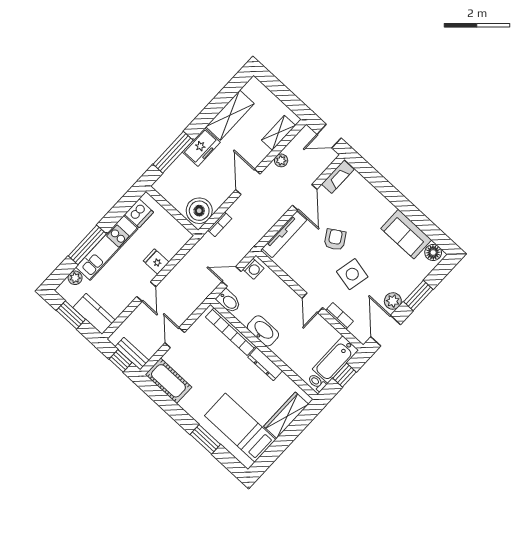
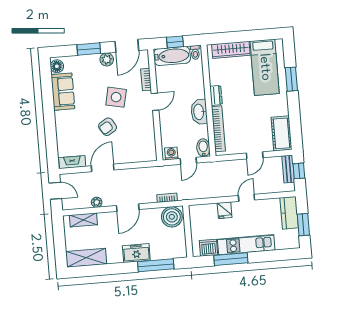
shelving: (230, 115) -> (86, 258), moved
tv unit: (284, 234) -> (134, 157), removed
window: (87, 245) -> (231, 259), moved
door: (231, 276) -> (188, 161), hinge flipped
plant: (75, 278) -> (281, 244), removed
dresser: (265, 364) -> (216, 95), width x0.70

